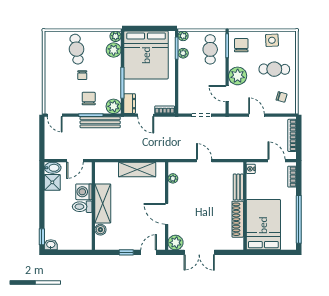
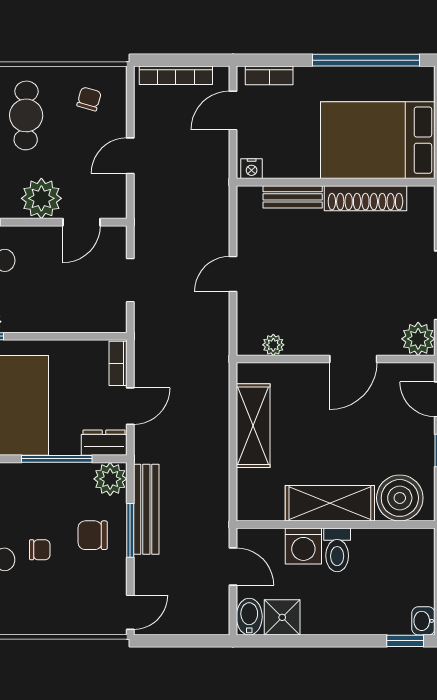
boiler: (100, 230) -> (400, 498), width x1.86, depth x1.86

